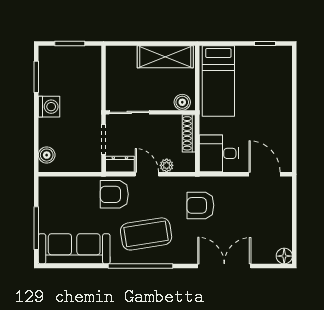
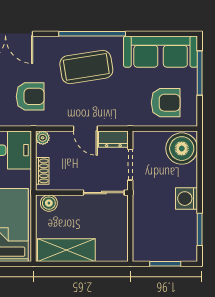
shoe rack: (189, 133) -> (42, 171), width x0.70
boiler: (47, 155) -> (182, 149), width x1.86, depth x1.86
plant: (167, 165) -> (43, 138), moved
armchair: (114, 194) -> (166, 103), moved

